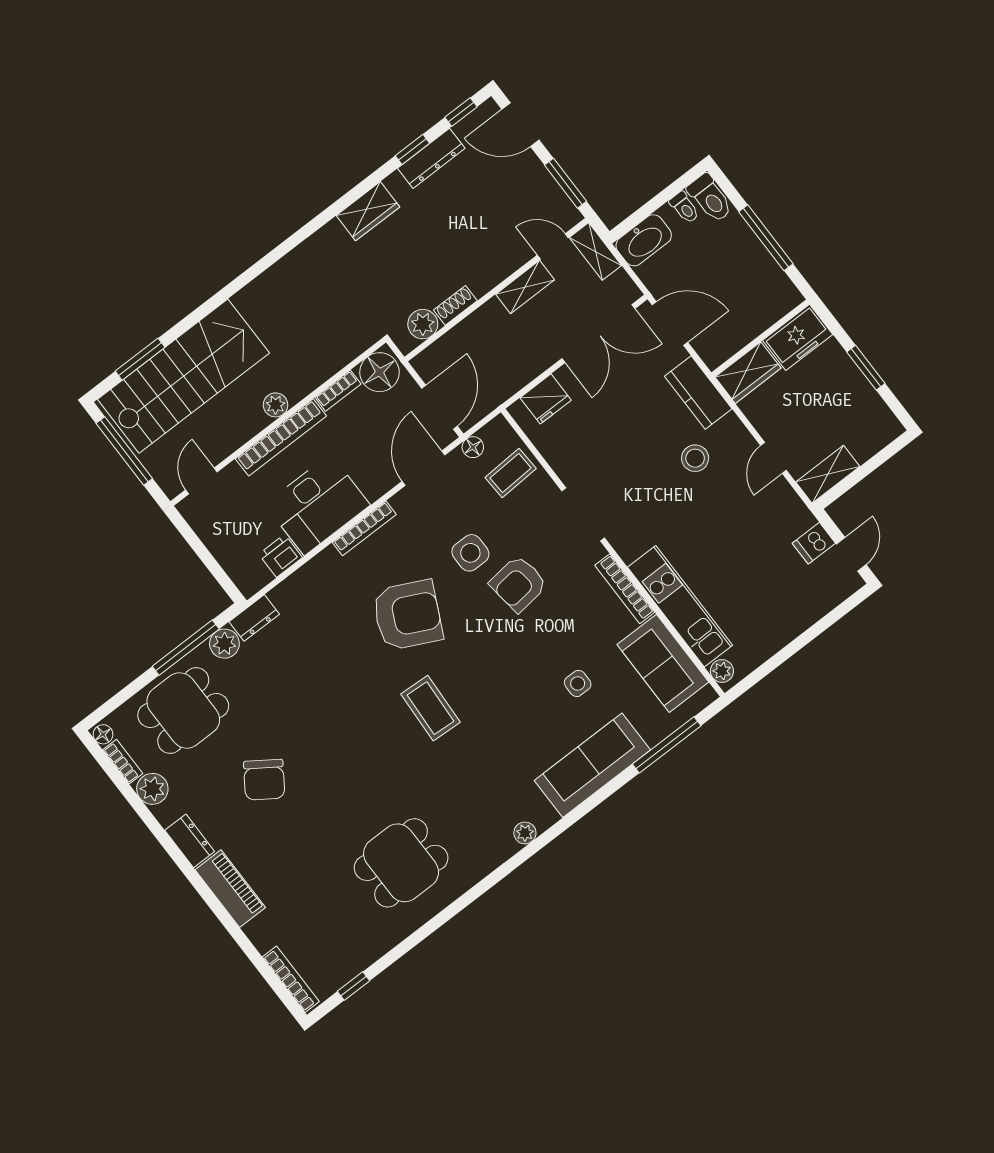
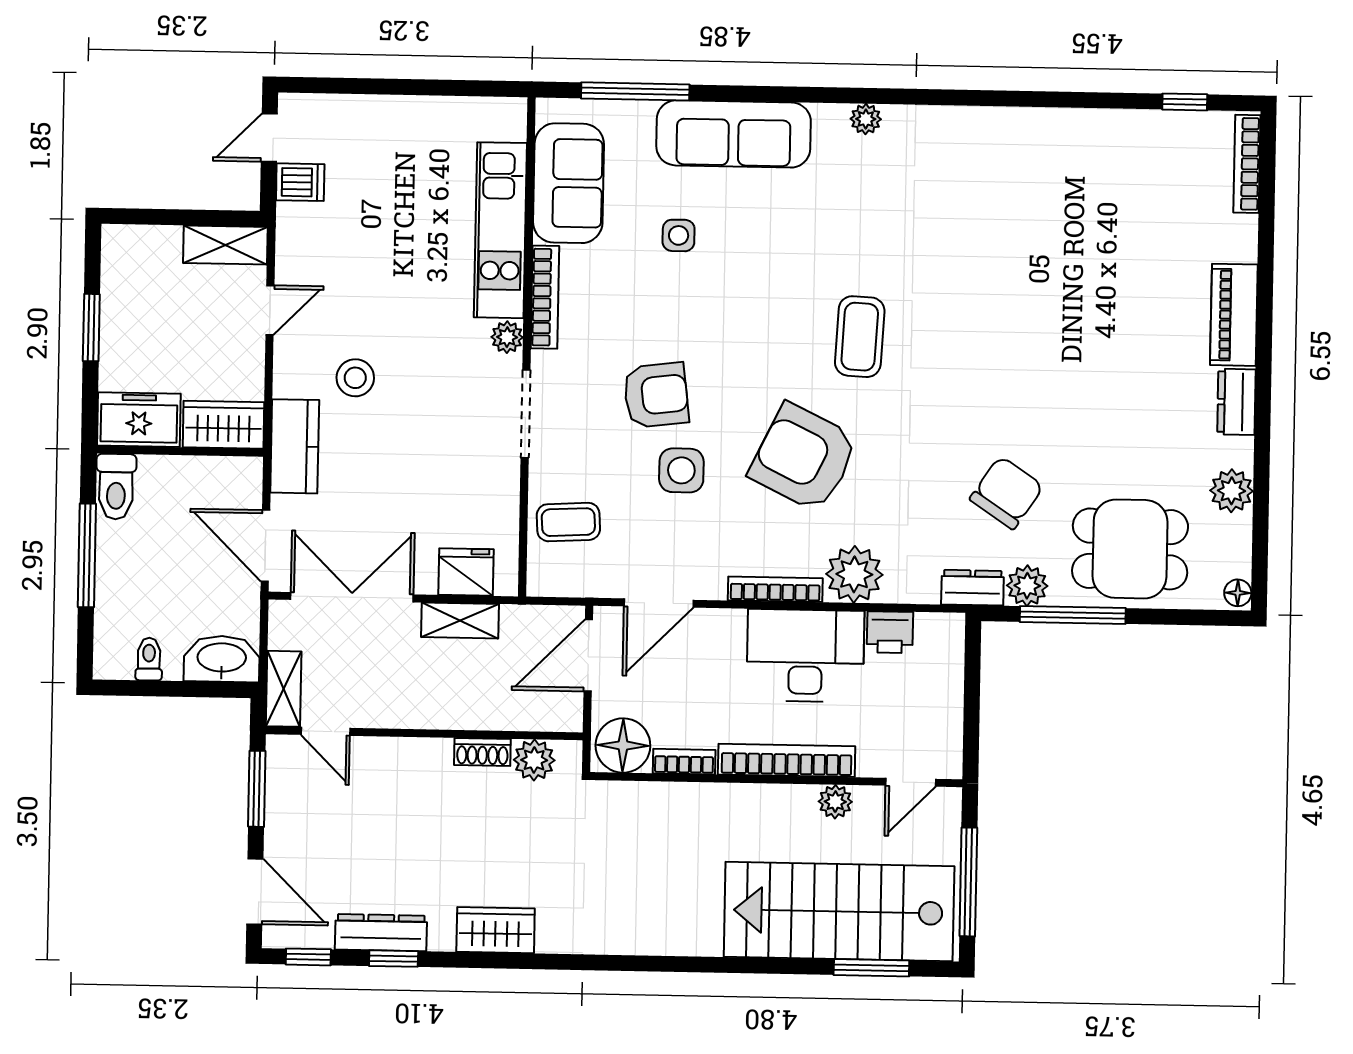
toilet: (710, 198) -> (116, 487), moved, turned 180
shelving: (525, 287) -> (460, 621), moved
plant: (276, 405) -> (835, 802), moved
floor lamp: (473, 447) -> (587, 583), removed
plant: (327, 572) -> (854, 574), added
plant: (722, 671) -> (507, 337), moved
bookcase: (123, 762) -> (1240, 546), removed
chair: (264, 780) -> (1007, 493), moved
dining table: (401, 863) -> (1026, 194), removed

